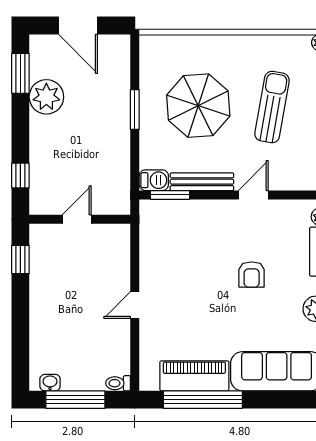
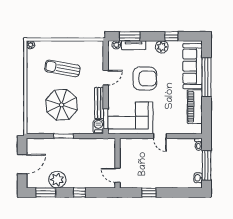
window: (20, 176) -> (79, 192), moved
door: (253, 195) -> (106, 78), swing flipped
door: (77, 219) -> (118, 175), moved
corner sofa: (172, 245) -> (130, 118), added
window: (20, 259) -> (149, 192), moved
armchair: (252, 274) -> (145, 78), width x1.88, depth x1.88
window: (203, 400) -> (207, 77), moved

